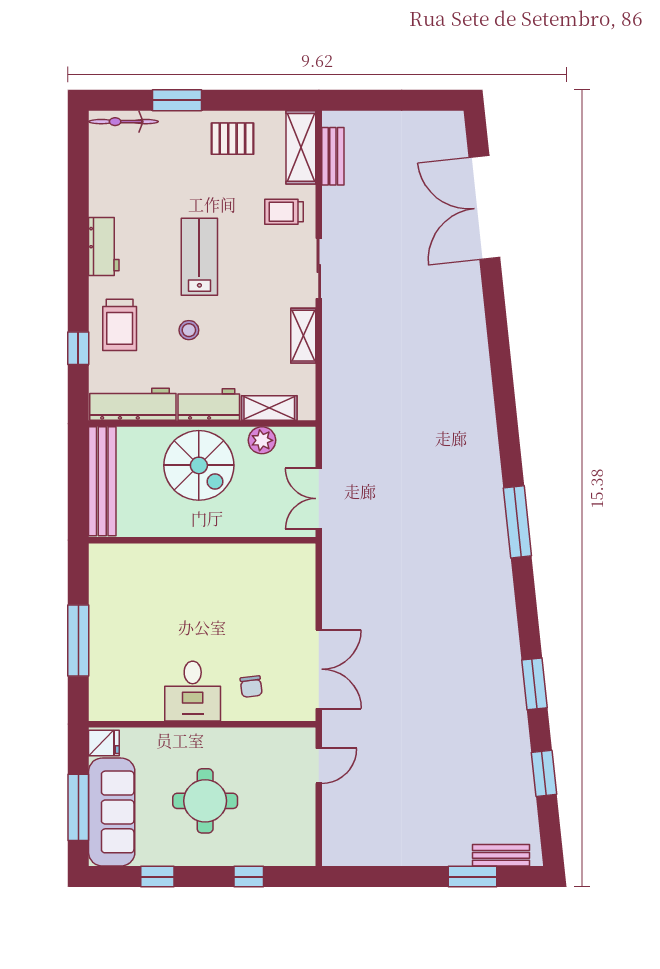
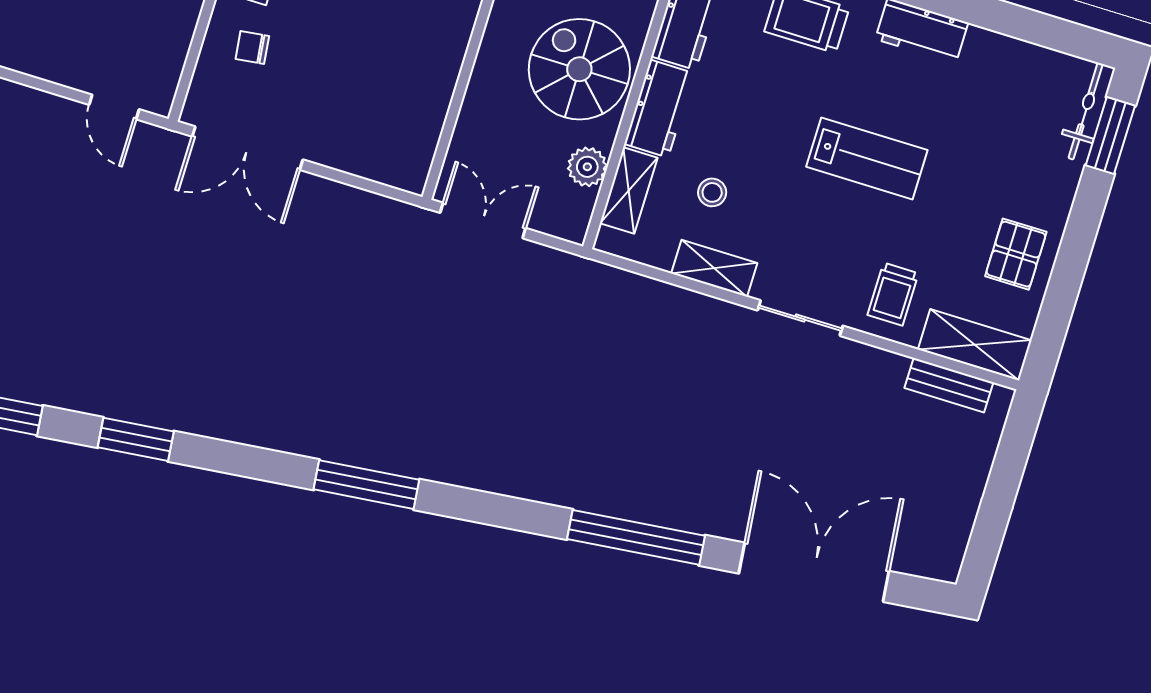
window: (177, 100) -> (1110, 135), moved
trolley: (284, 212) -> (893, 294), turned 180
stool: (189, 330) -> (712, 192), moved
window: (498, 333) -> (636, 537), added
spiral stairs: (199, 465) -> (579, 69), turned 90

